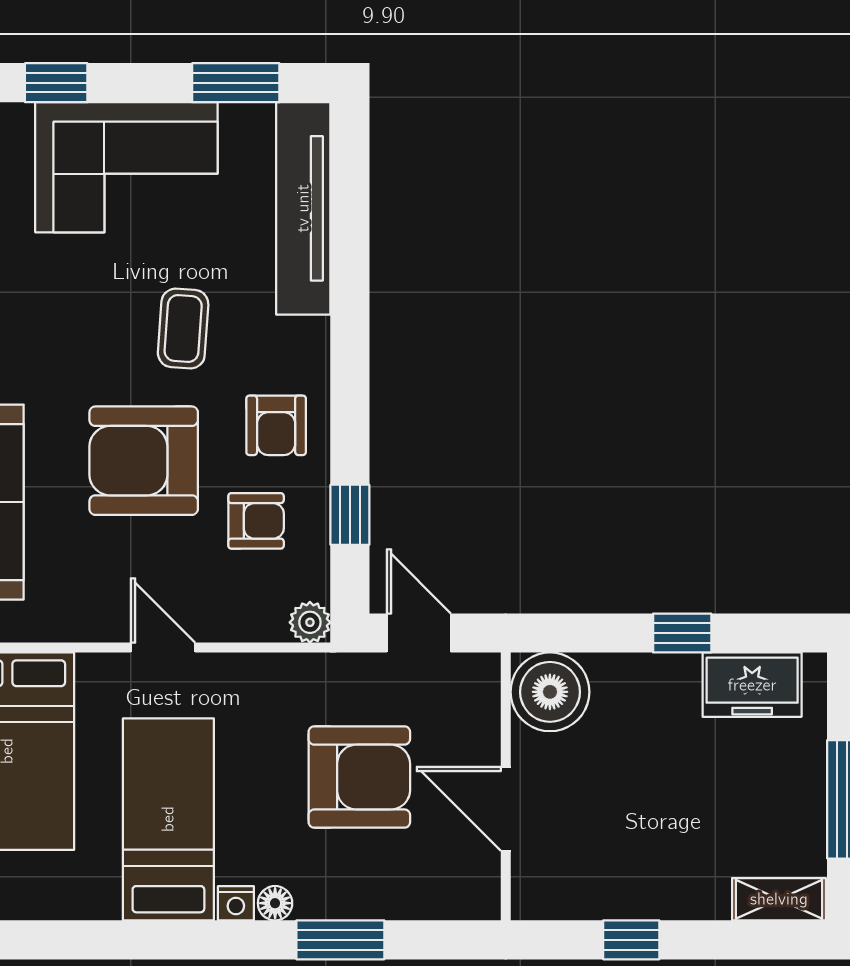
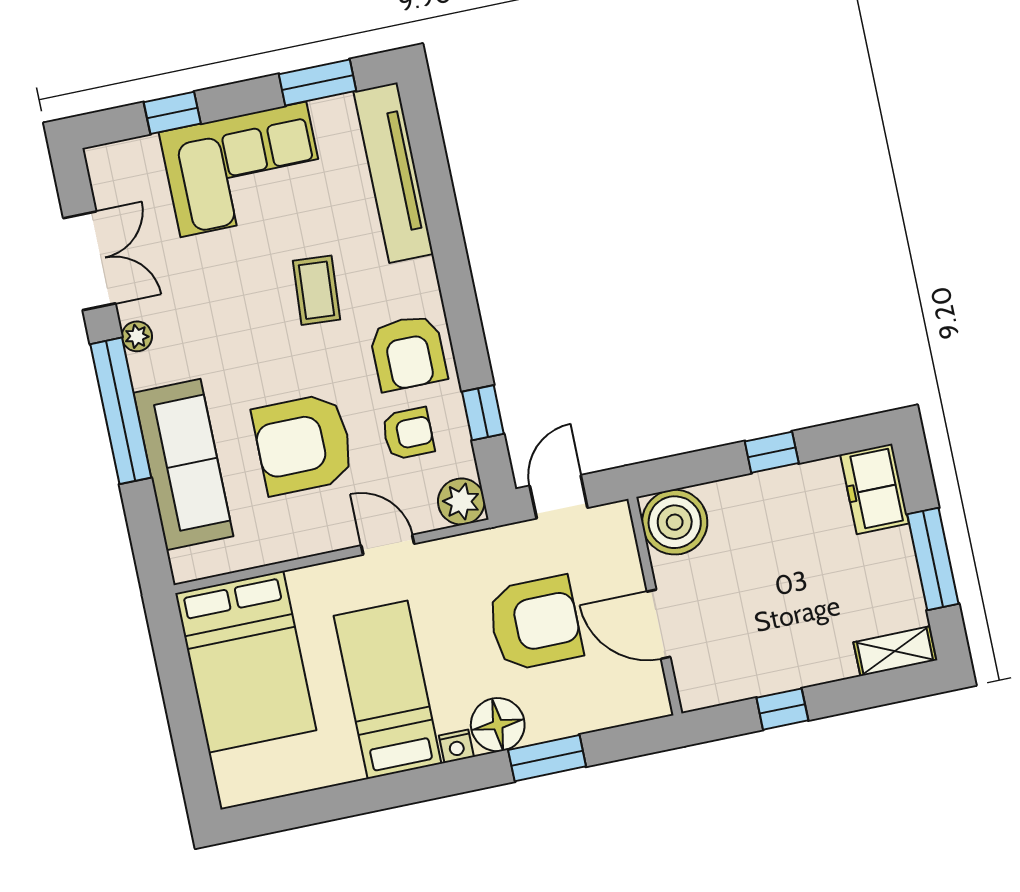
armchair: (276, 425) -> (408, 353), width x1.38, depth x1.38
armchair: (144, 461) -> (303, 444), moved
plant: (310, 622) -> (461, 502), width x1.38, depth x1.38
door: (419, 633) -> (559, 497), hinge flipped
door: (163, 648) -> (388, 545), moved
freezer: (752, 685) -> (875, 489), moved, turned 90
floor lamp: (275, 903) -> (498, 725), width x1.89, depth x1.89

